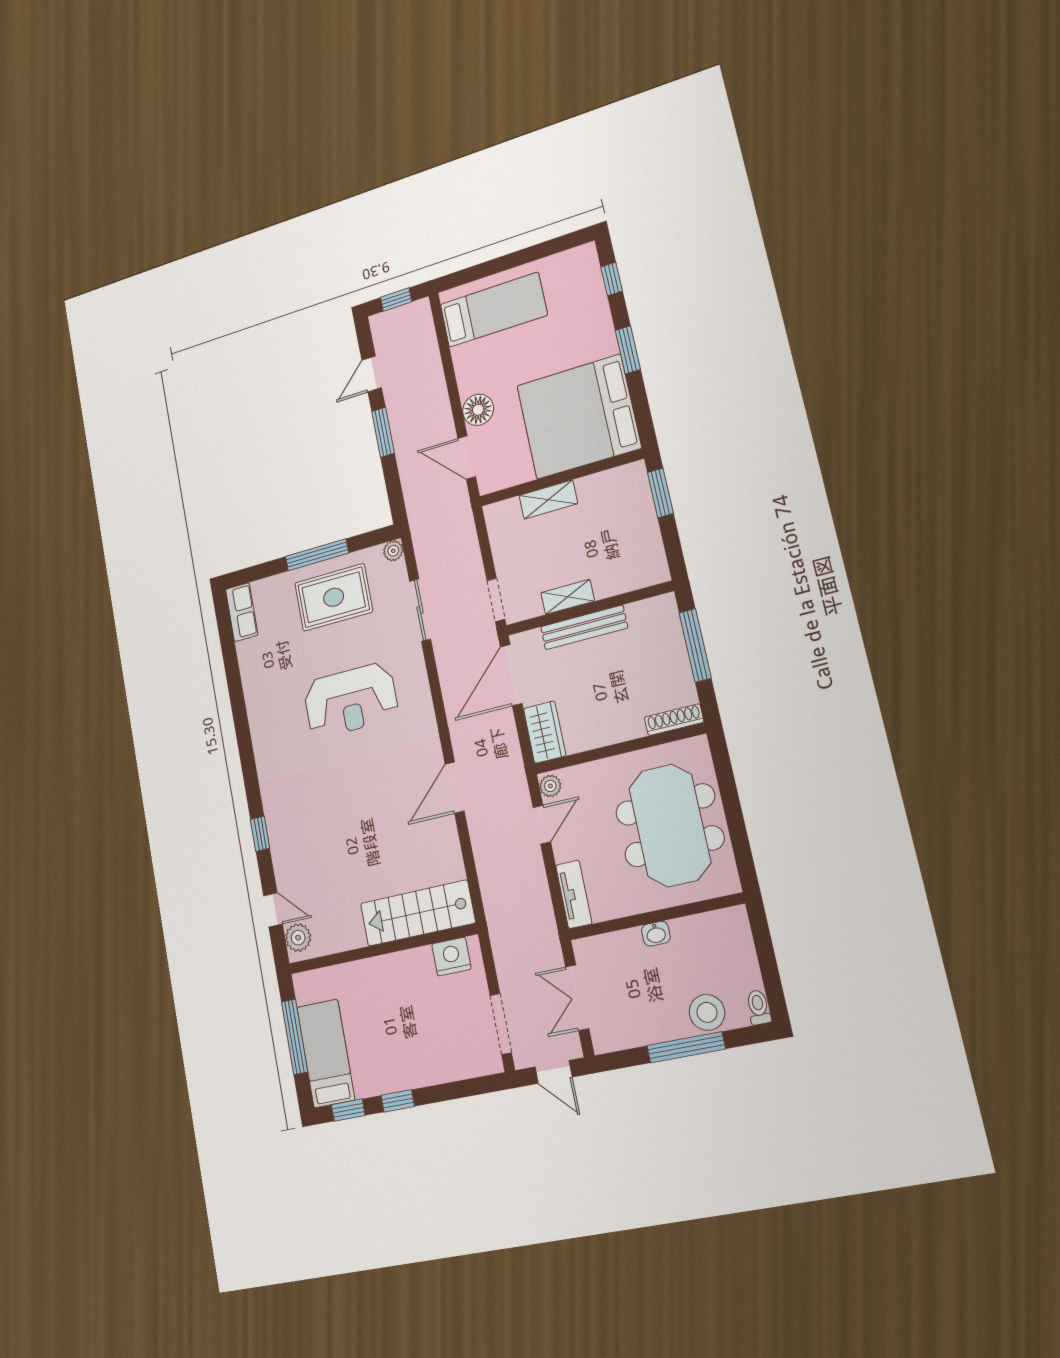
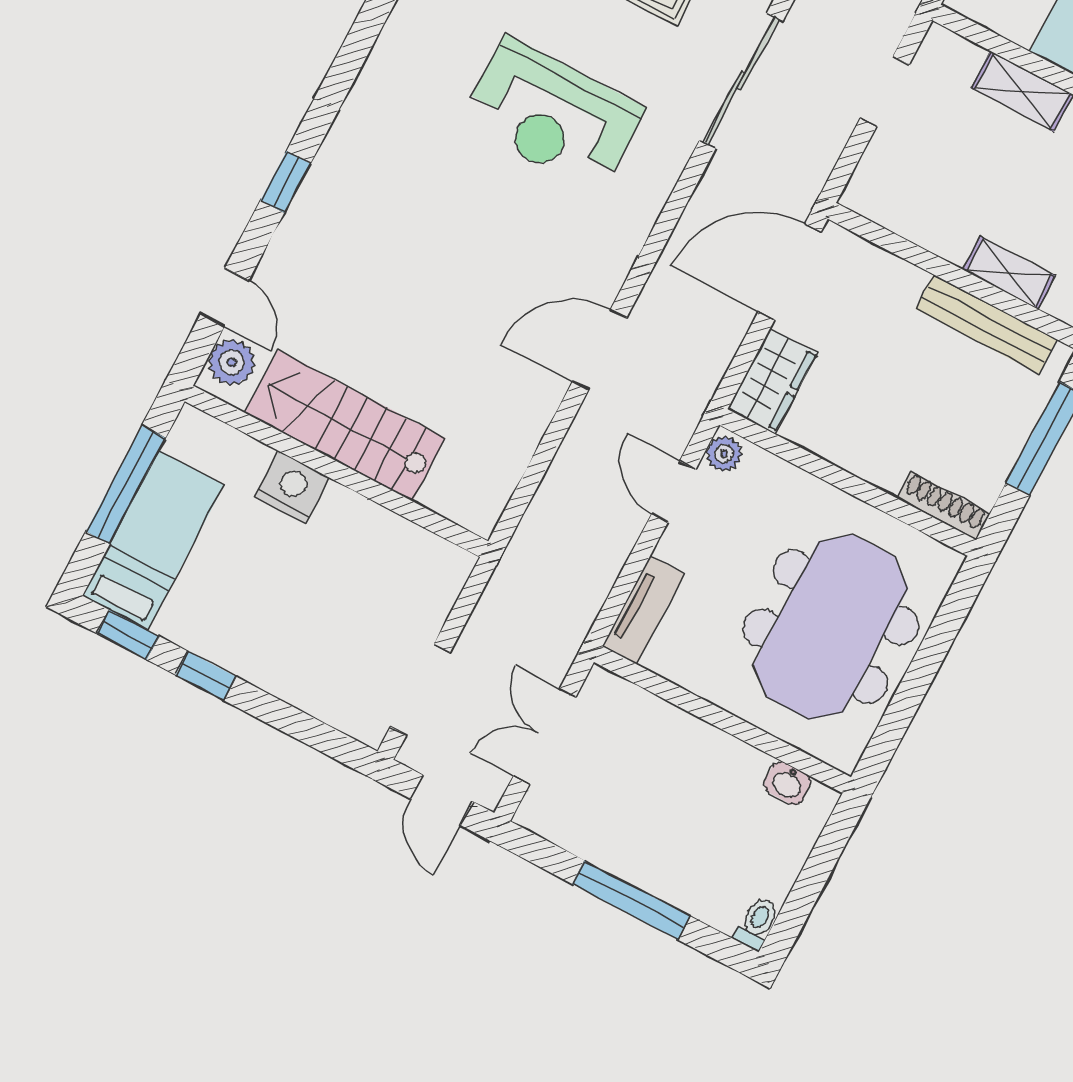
shelving: (568, 597) -> (1009, 273), moved
doorway: (496, 600) -> (885, 91), moved
sliding door: (420, 610) -> (741, 81), width x1.37
bench: (584, 627) -> (986, 324), moved
door: (542, 825) -> (674, 492), swing flipped
stairs: (418, 913) -> (345, 426), moved
washbasin: (656, 934) -> (788, 783), moved
nightstand: (451, 957) -> (292, 487), moved
stool: (707, 1012) -> (691, 880), removed

